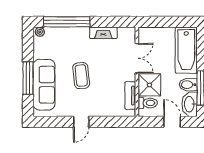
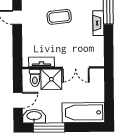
fireplace: (103, 33) -> (98, 23), moved
bidet: (188, 85) -> (52, 115), removed

